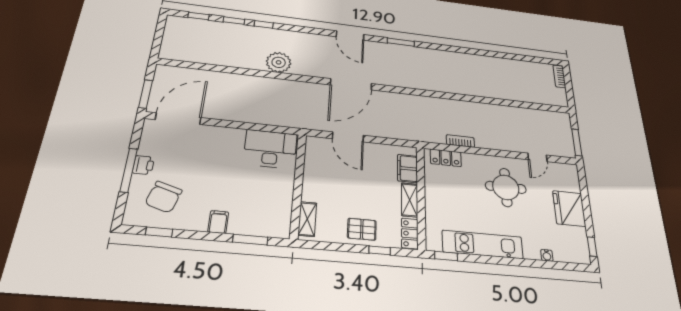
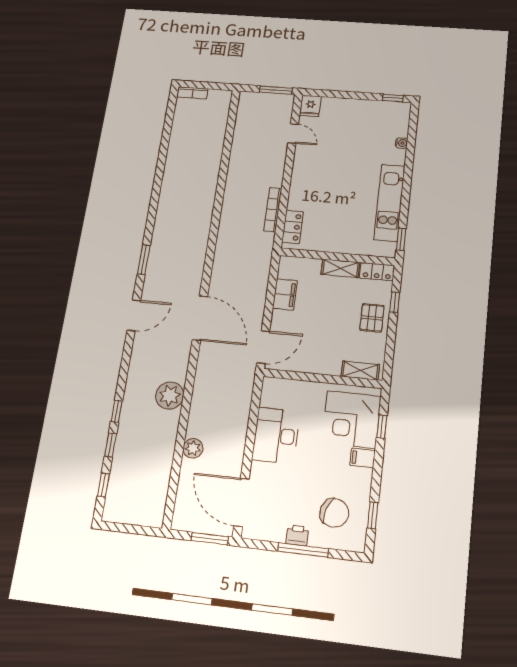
plant: (230, 80) -> (193, 448), added
door: (348, 137) -> (263, 347), moved
bookcase: (460, 141) -> (273, 210), width x1.56
desk: (270, 149) -> (276, 436), moved
filing cabinet: (407, 168) -> (285, 294), moved, turned -90
round table: (506, 187) -> (327, 171), removed
fridge: (569, 208) -> (310, 106), moved, width x0.53, depth x0.75
corner desk: (257, 211) -> (351, 419), added
window: (250, 240) -> (382, 427), width x0.67

